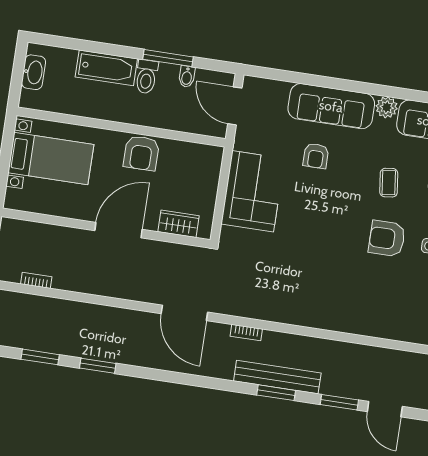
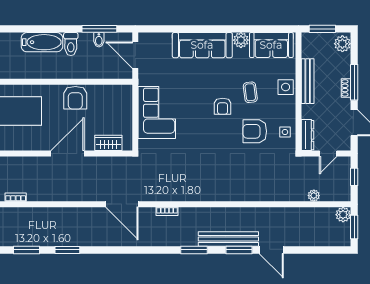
window: (168, 58) -> (99, 29), moved
armchair: (316, 156) -> (223, 106), moved
bench: (277, 377) -> (228, 239), moved

